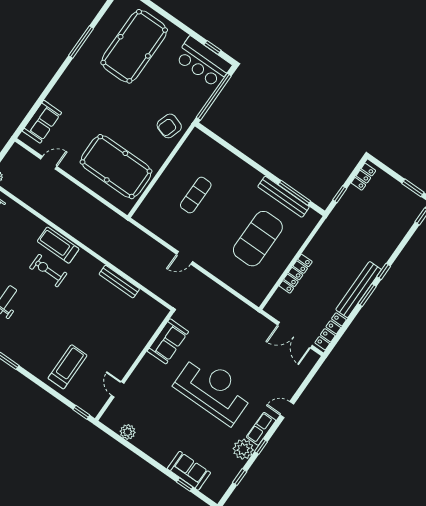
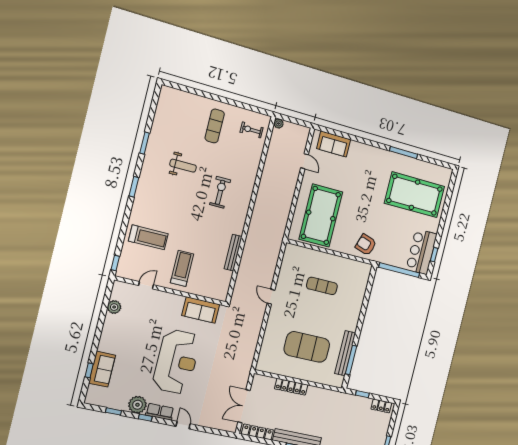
treadmill: (58, 245) -> (182, 268), moved

